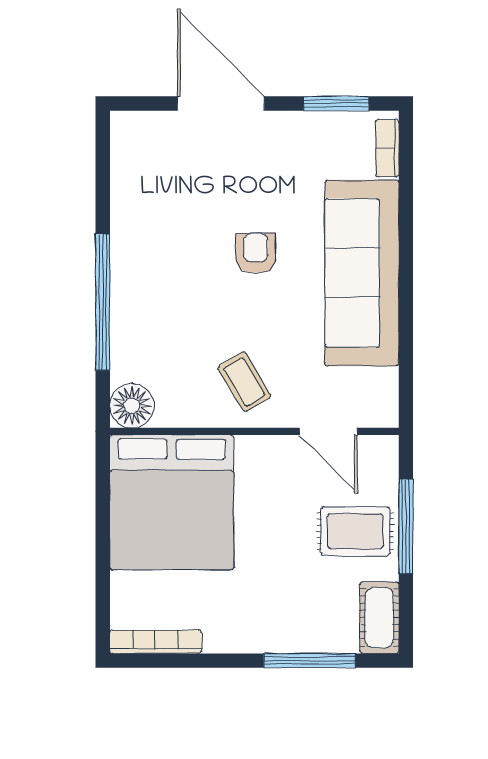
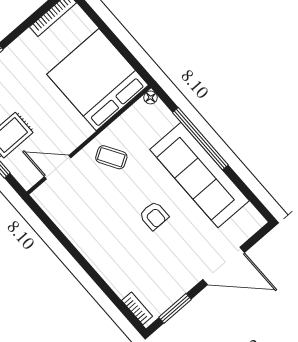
sofa: (362, 273) -> (199, 175), moved, turned 180
floor lamp: (132, 406) -> (151, 97), width x0.53, depth x0.53

